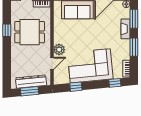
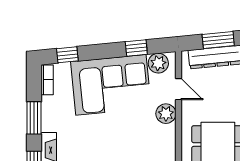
door: (52, 63) -> (179, 89), swing flipped
plant: (63, 78) -> (158, 63), added

